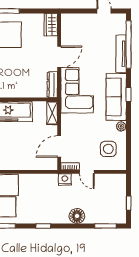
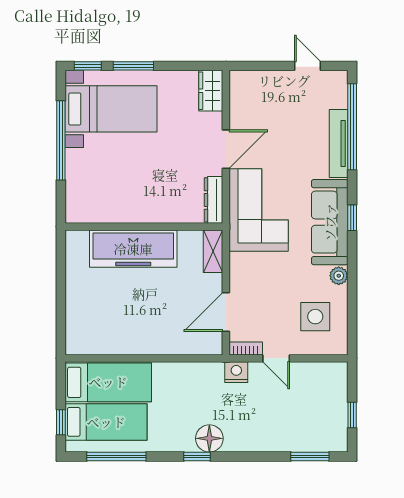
floor lamp: (77, 216) -> (209, 438), moved

